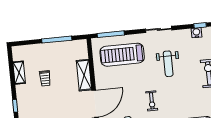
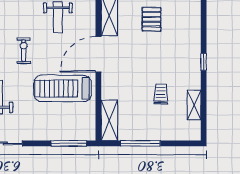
treadmill: (122, 55) -> (63, 88), moved, turned 180
shelving: (84, 75) -> (109, 120), moved

